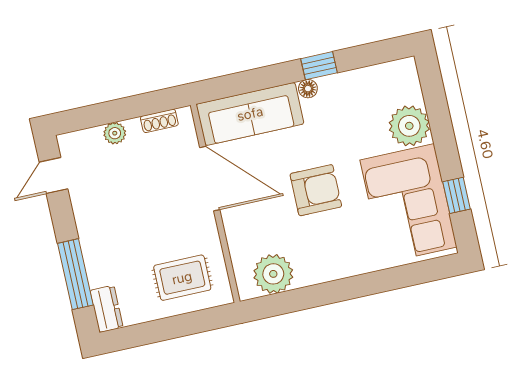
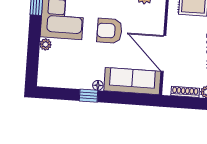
shoe rack: (159, 121) -> (185, 92), width x1.43
plant: (409, 126) -> (46, 44), width x0.53, depth x0.53

